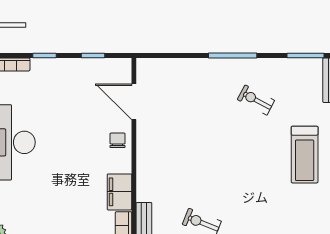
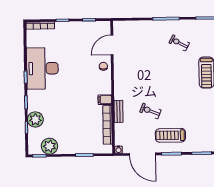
door: (134, 102) -> (112, 45), hinge flipped
filing cabinet: (119, 192) -> (105, 100), width x0.50

